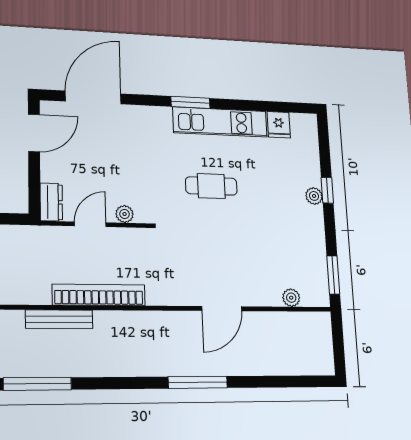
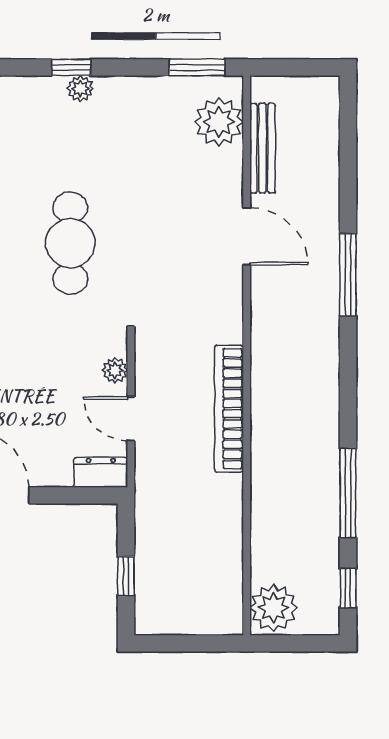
cafe table: (211, 186) -> (70, 243), width x1.37, depth x1.35
plant: (291, 298) -> (219, 122), width x1.87, depth x1.87
bench: (59, 319) -> (262, 148), moved

